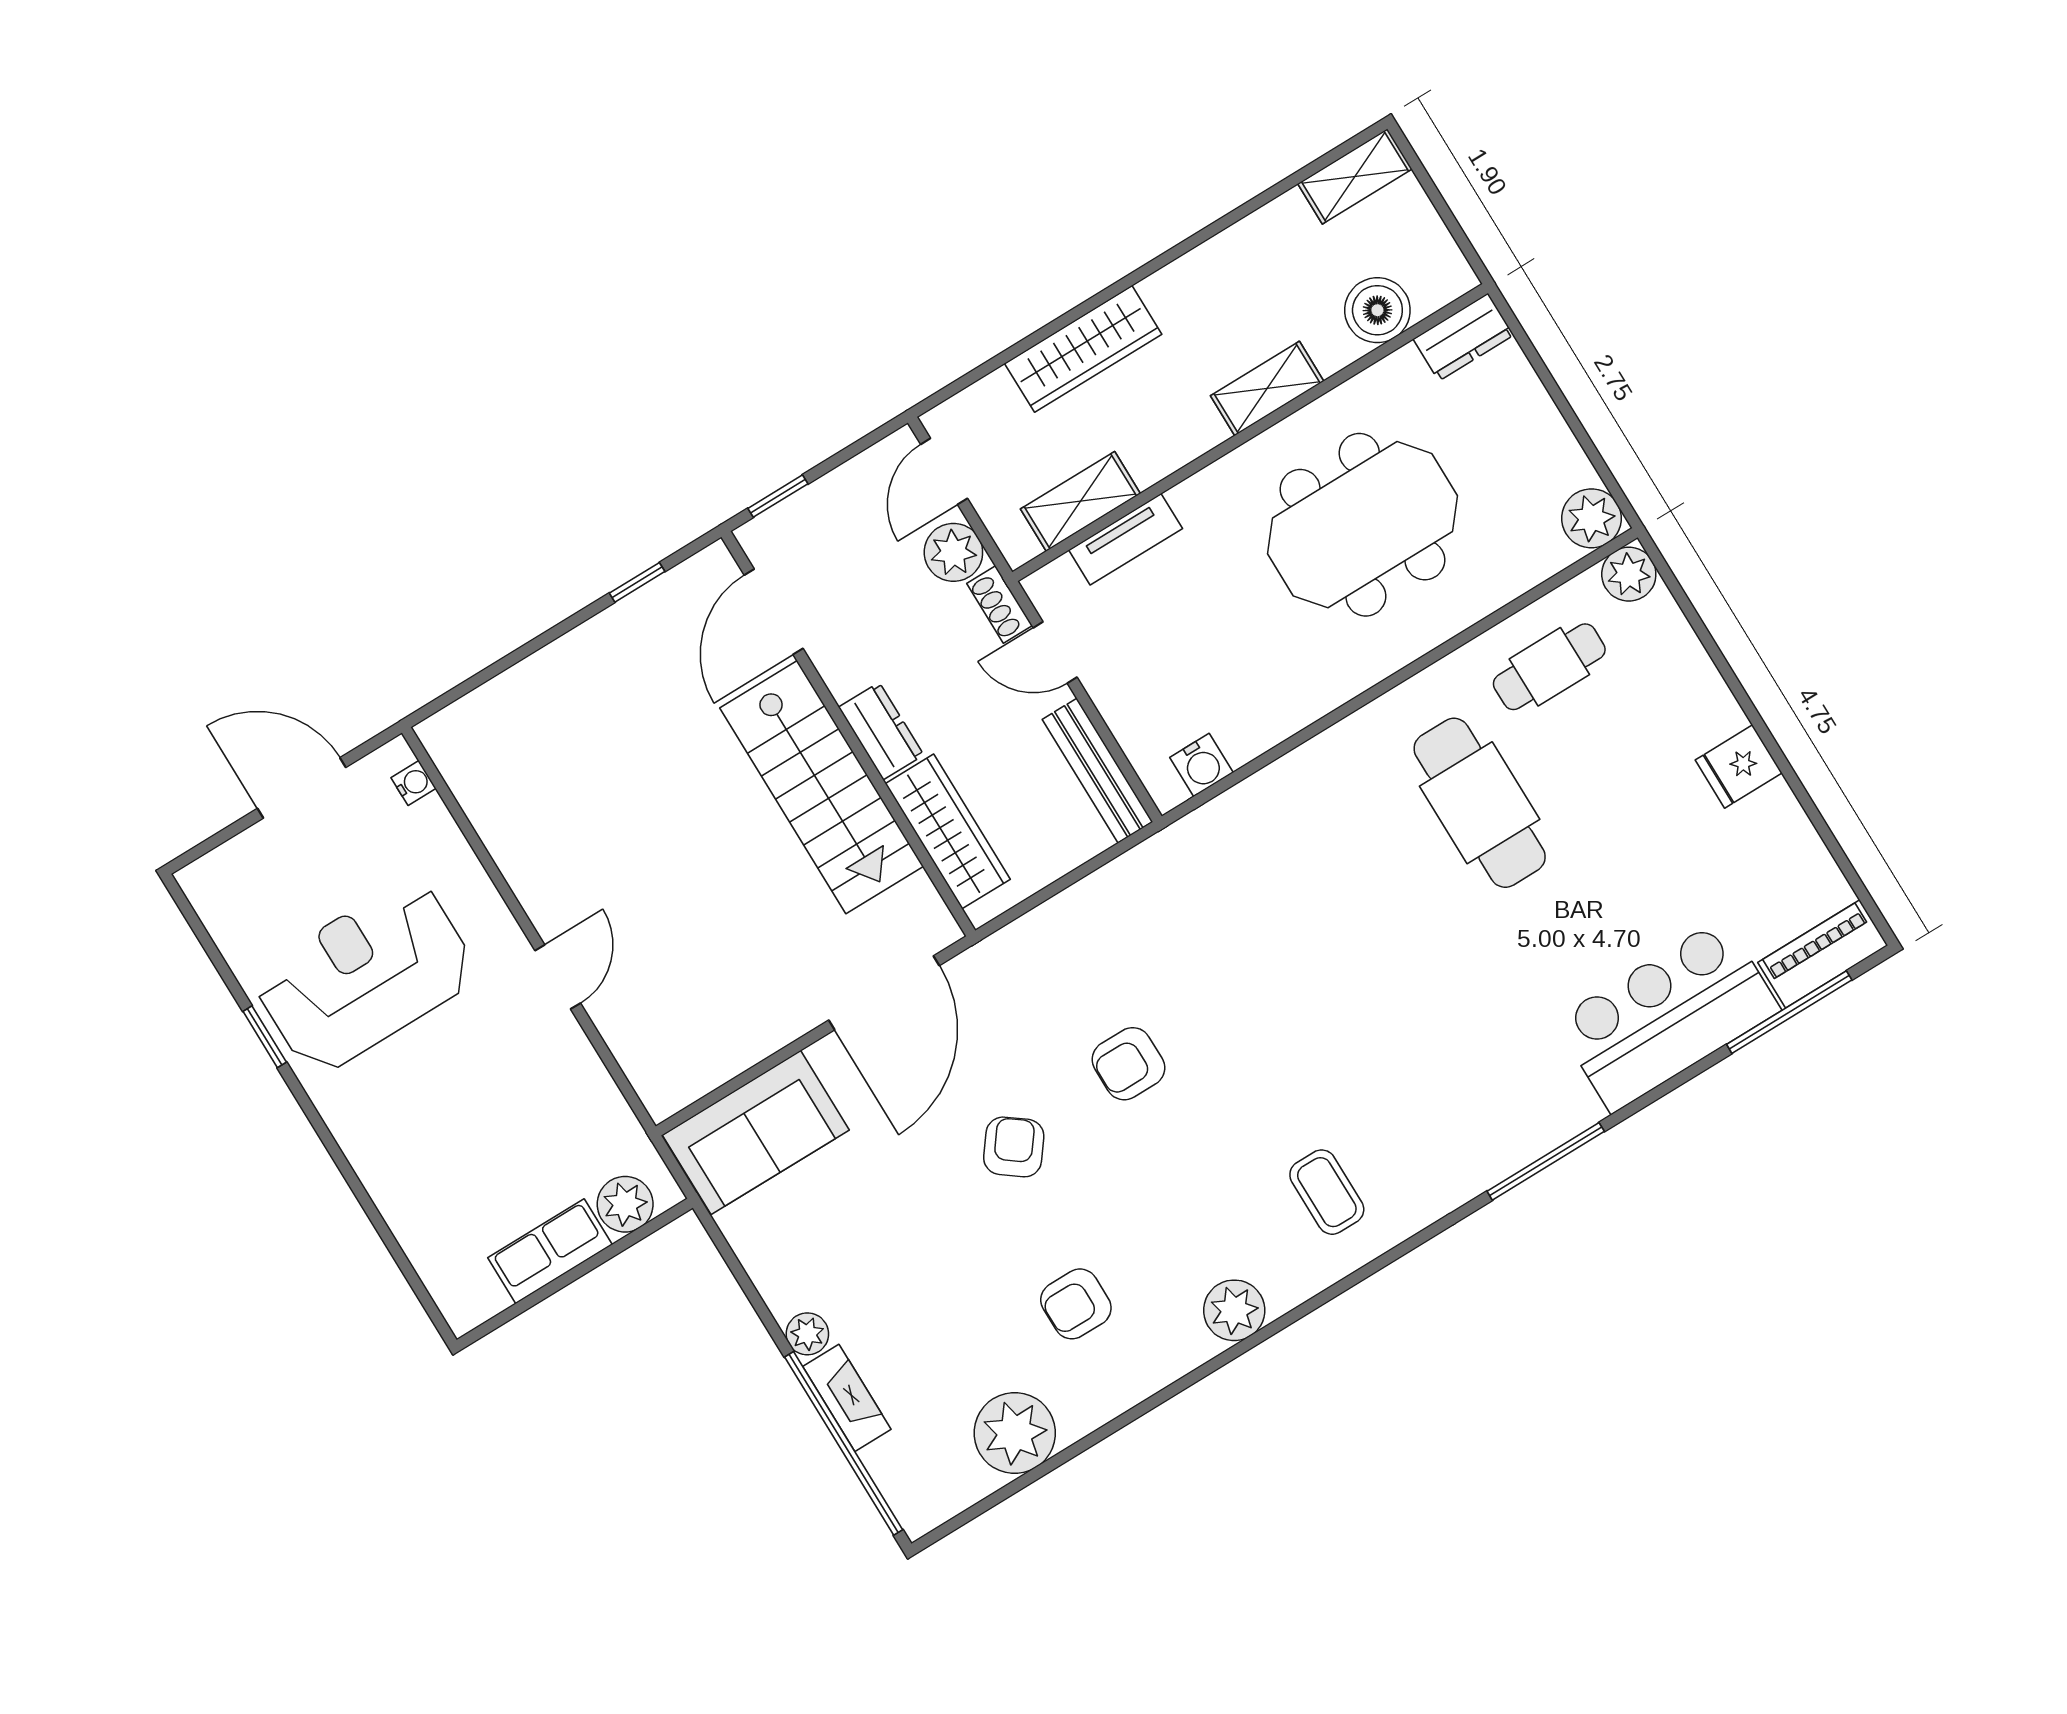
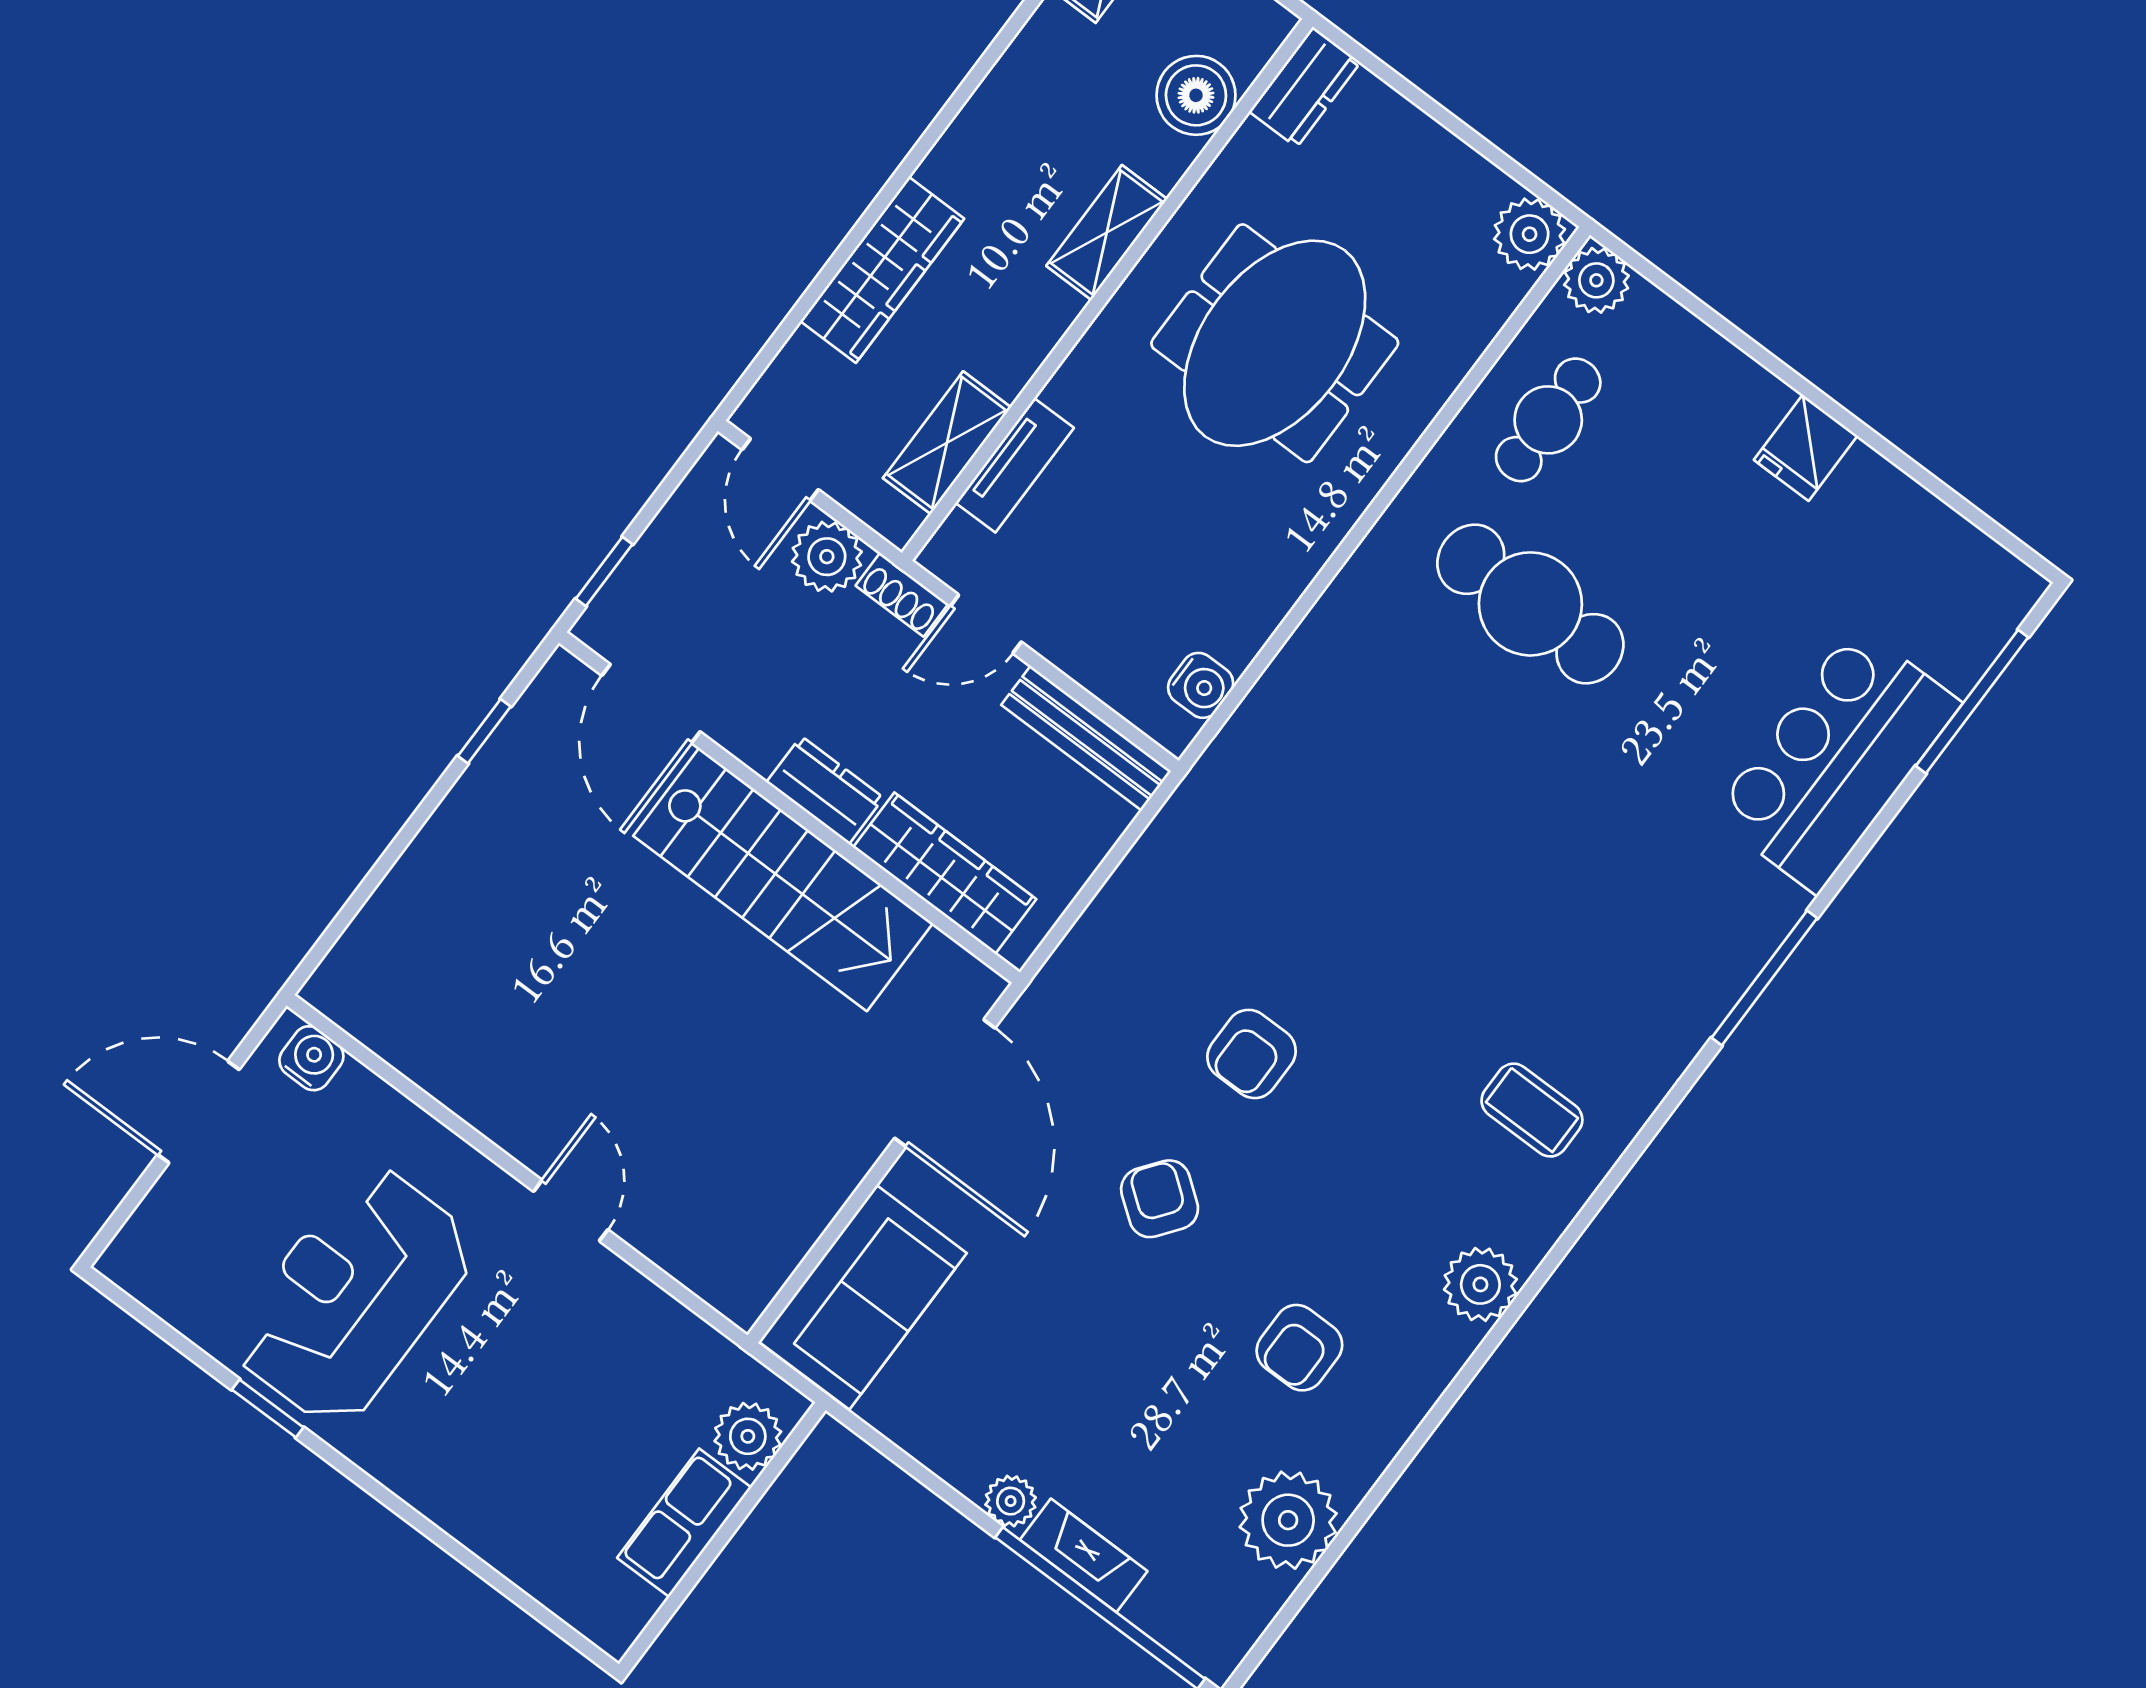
water cooler: (413, 783) -> (311, 1058), width x1.38, depth x1.38
piano: (1823, 954) -> (1984, 621), removed

